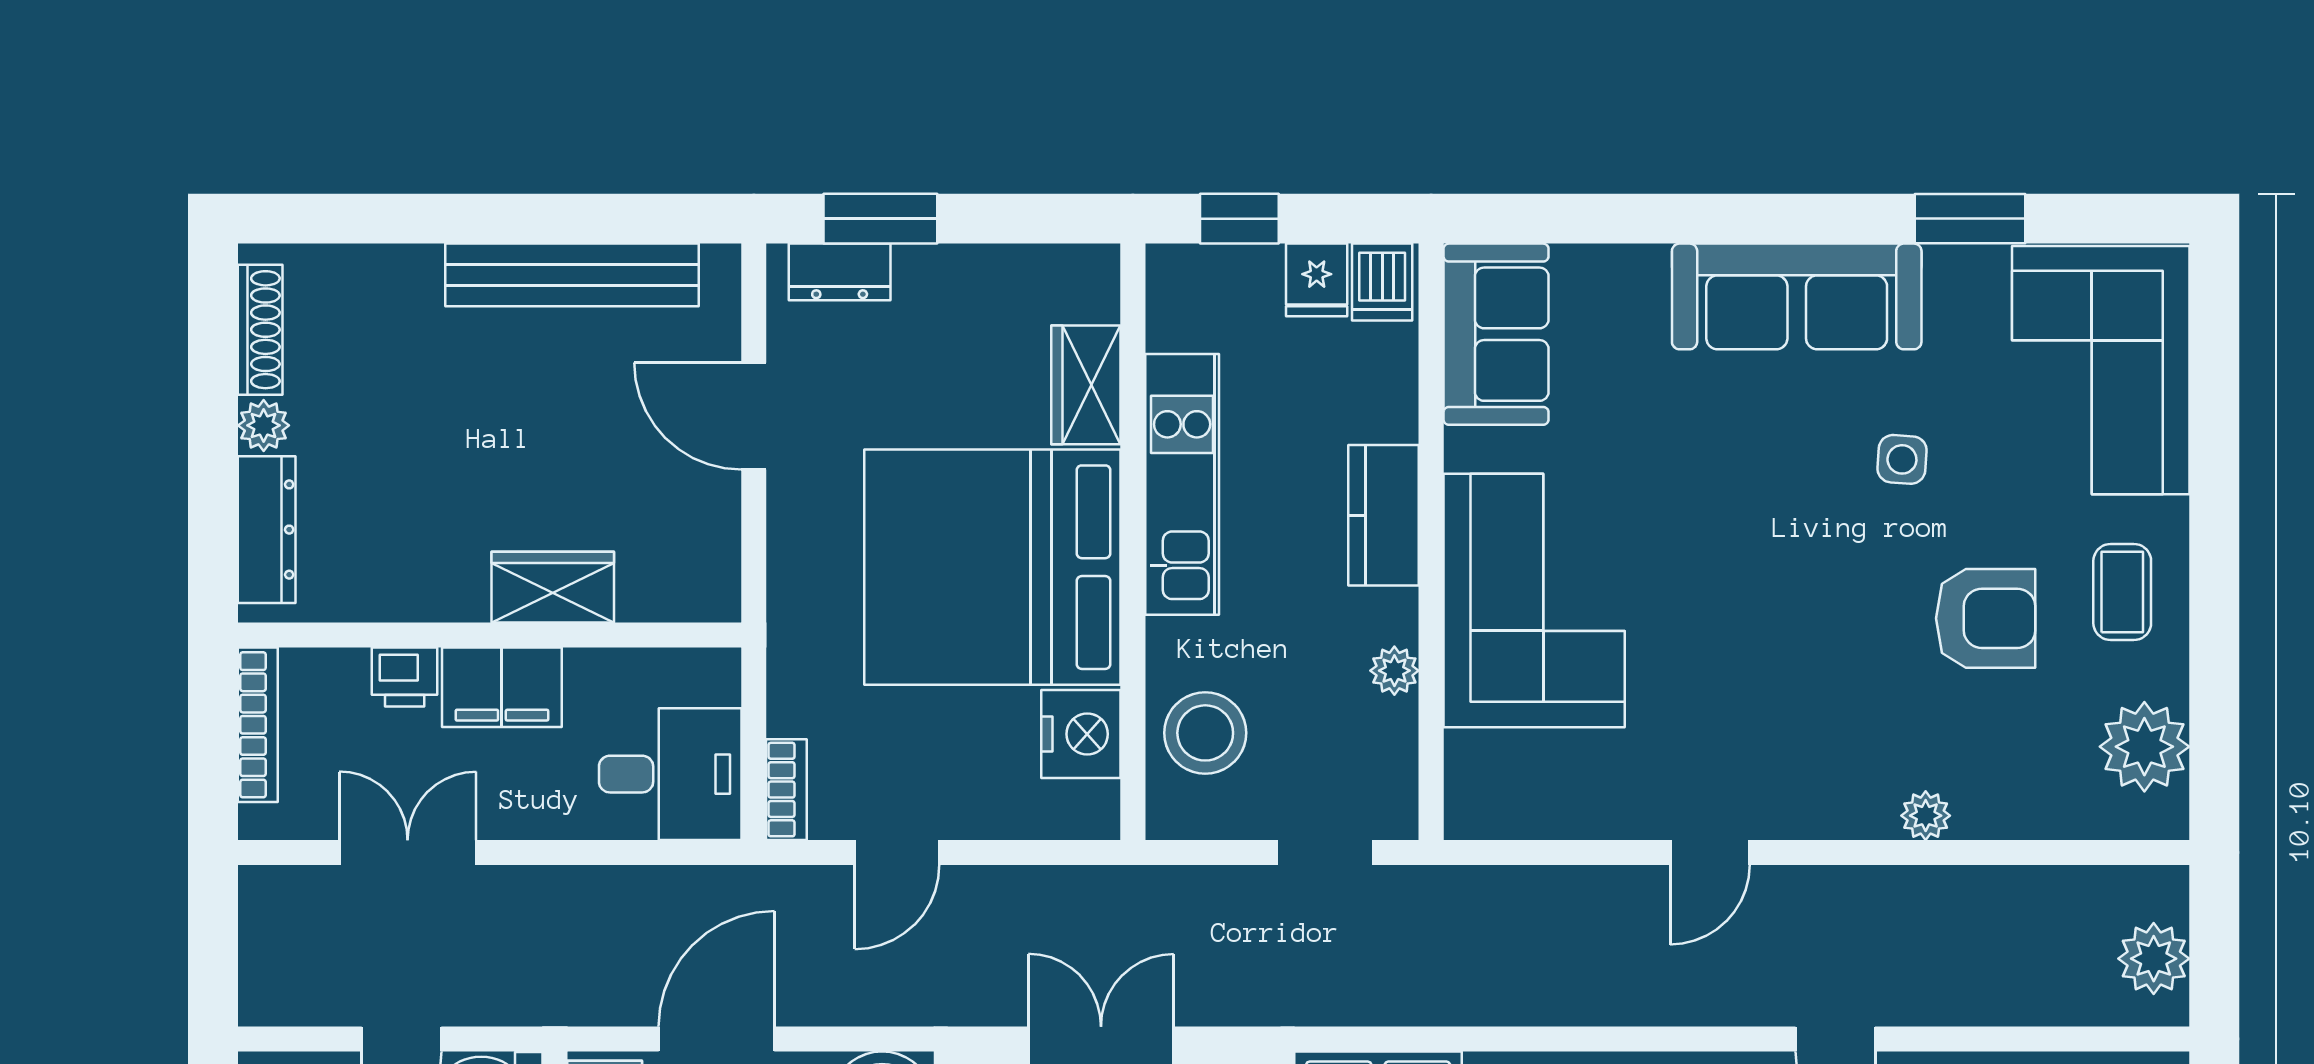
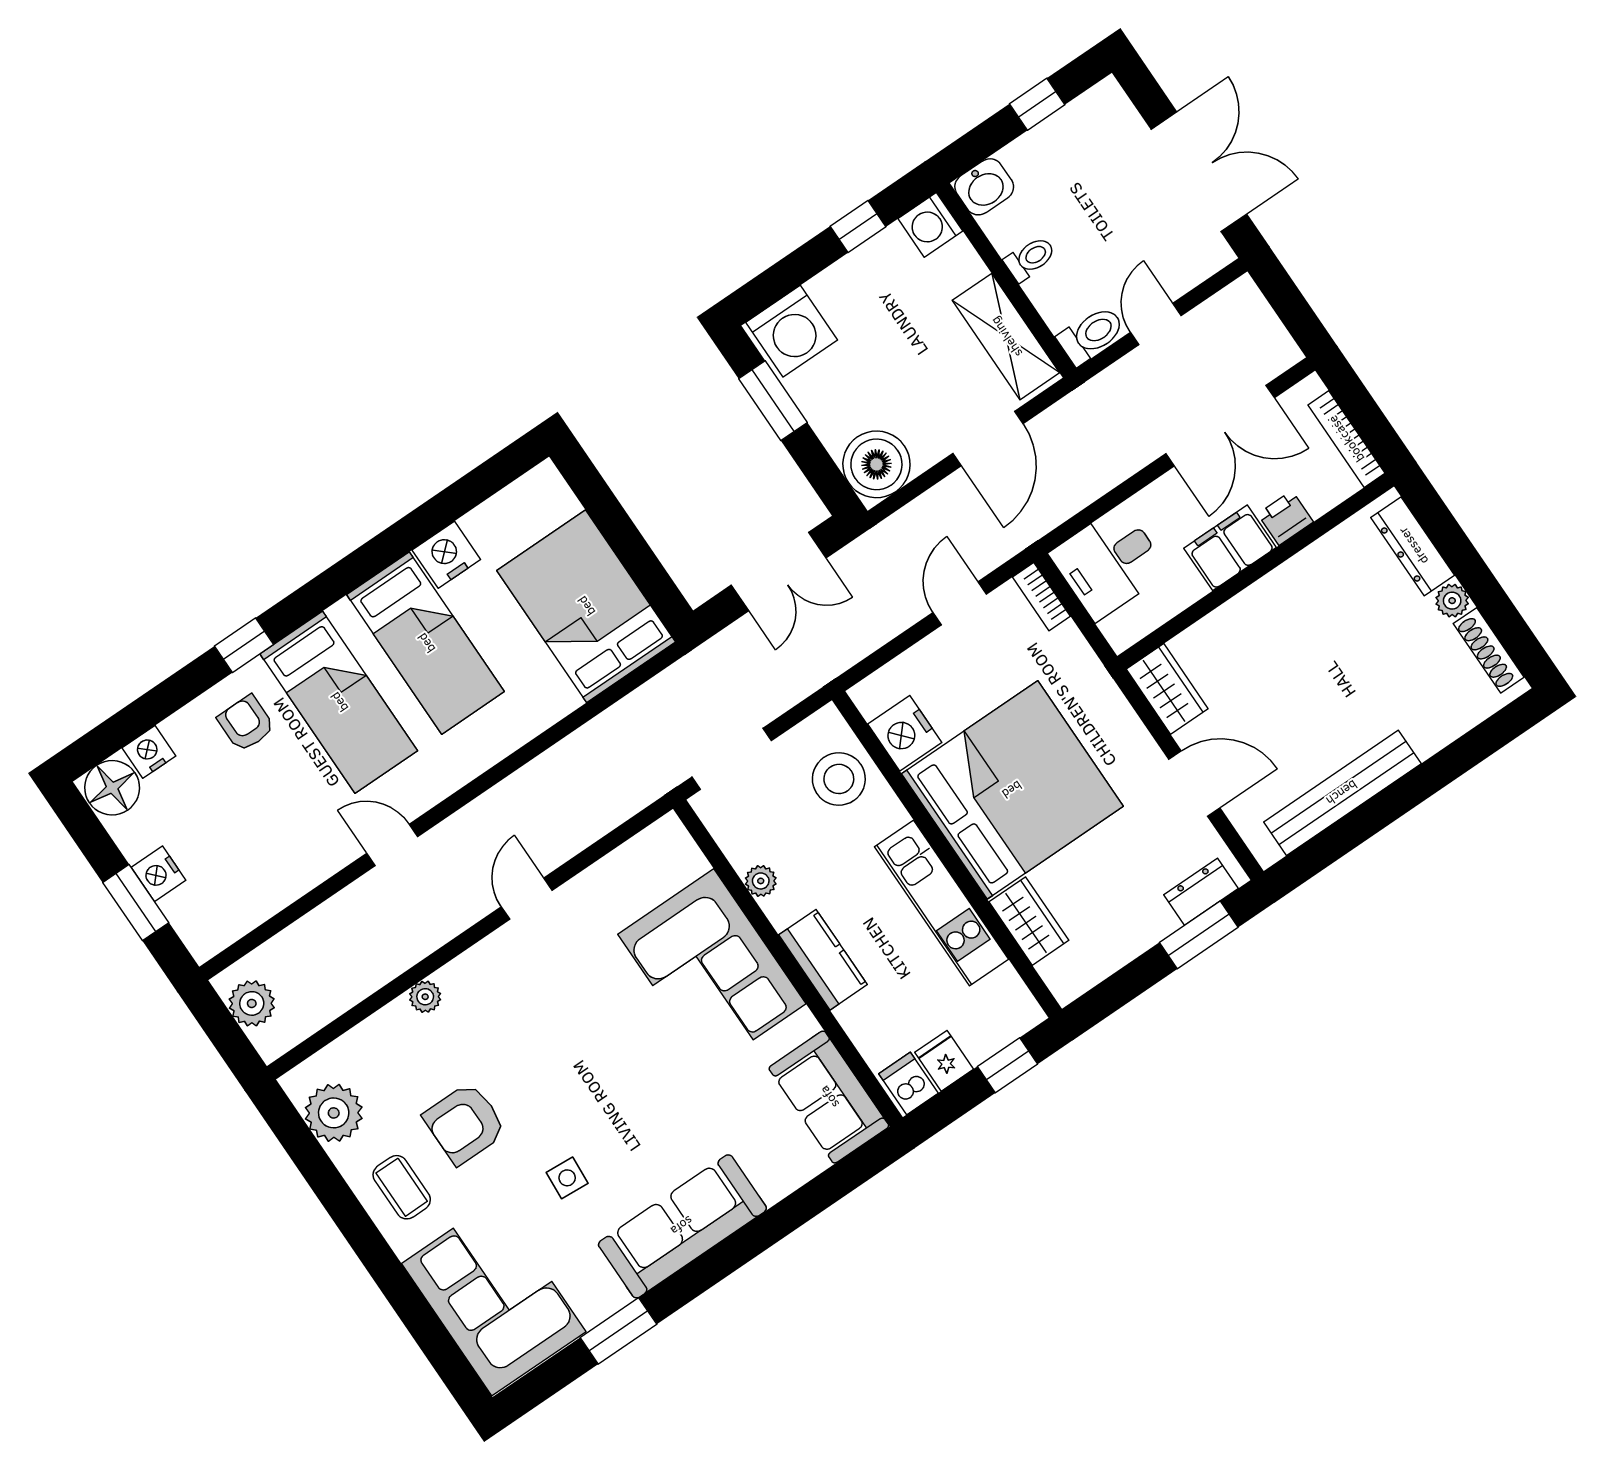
wardrobe: (553, 587) -> (1167, 689), moved, turned -90
double door: (408, 852) -> (1220, 426), width x1.37
doorway: (1325, 852) -> (732, 759), width x1.38

